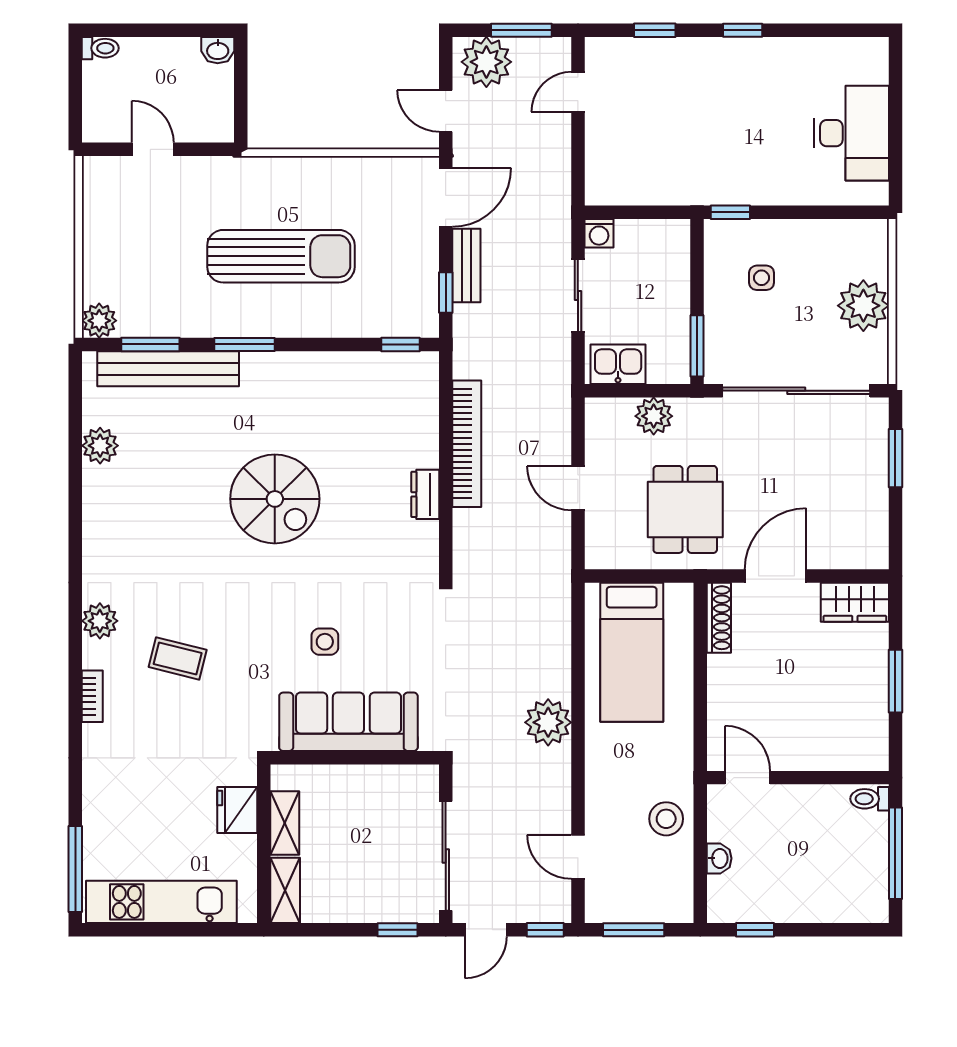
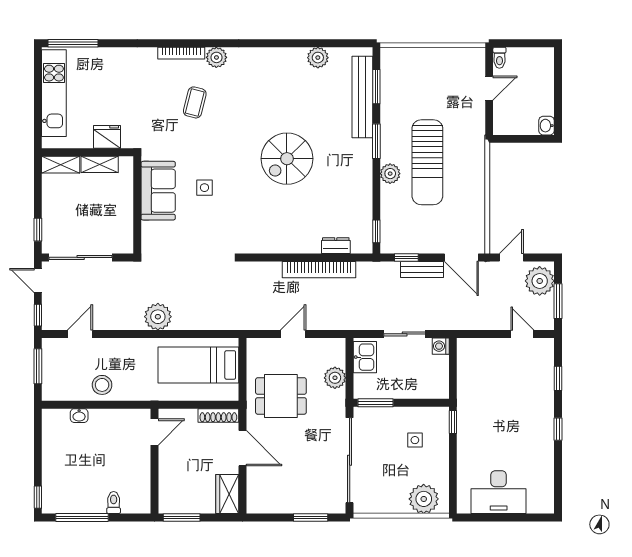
toilet: (100, 48) -> (499, 58), moved
plant: (863, 306) -> (424, 499), moved
plant: (99, 321) -> (390, 174), moved
dresser: (425, 494) -> (336, 246), moved
bookcase: (92, 696) -> (181, 53), width x1.56
sofa: (348, 722) -> (158, 191), width x0.73
door: (748, 778) -> (155, 432), moved
wall: (798, 778) -> (155, 461), moved
window: (755, 930) -> (38, 497), moved

